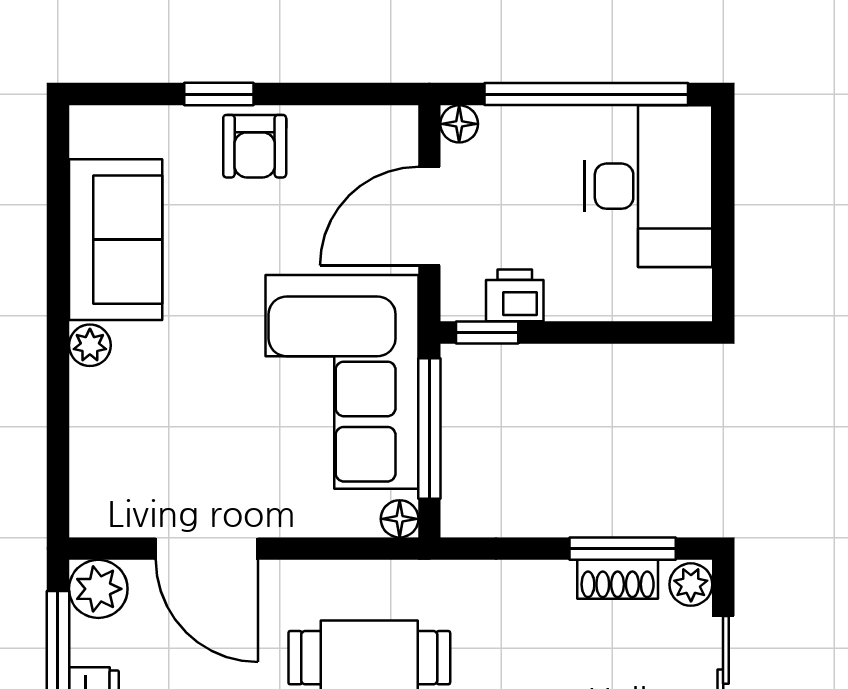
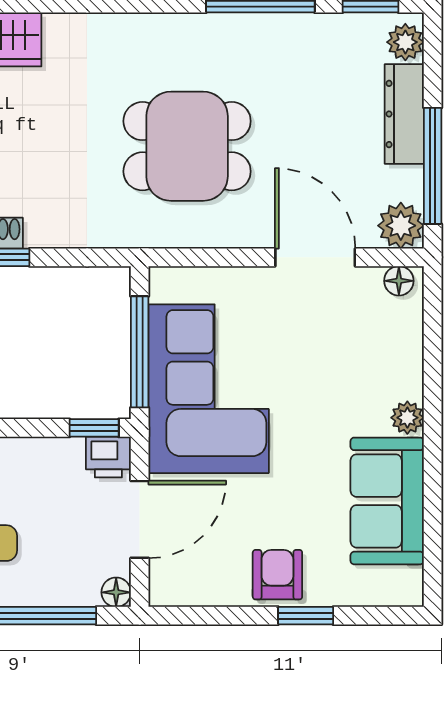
printer: (515, 295) -> (108, 457), moved
floor lamp: (400, 519) -> (399, 281), moved

